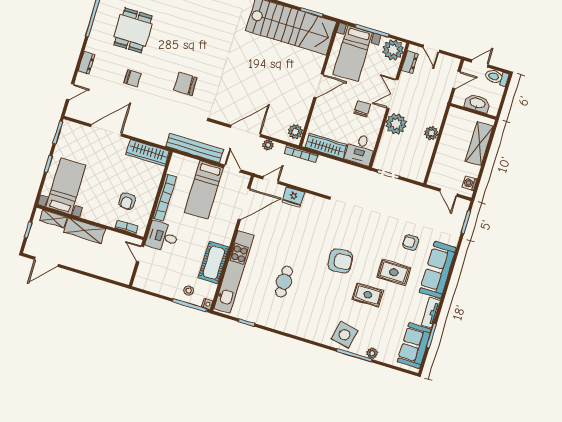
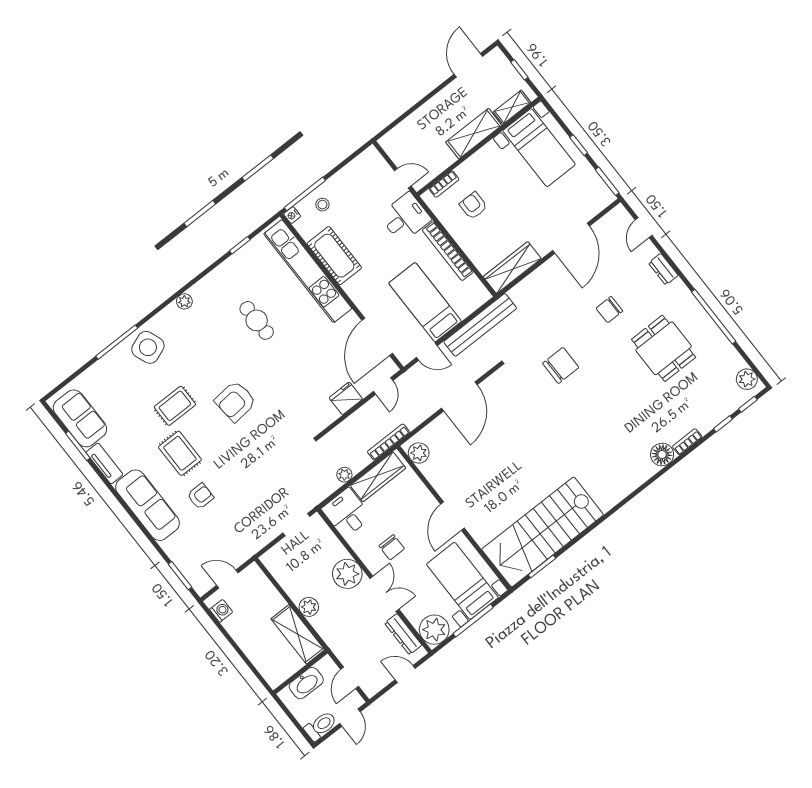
dresser: (410, 62) -> (403, 634), width x1.44
shelving: (479, 144) -> (298, 634), moved
plant: (268, 145) -> (344, 475), moved
rug: (394, 272) -> (180, 453), turned 90
side table: (345, 335) -> (148, 347), turned -33
plant: (372, 353) -> (184, 301), moved

